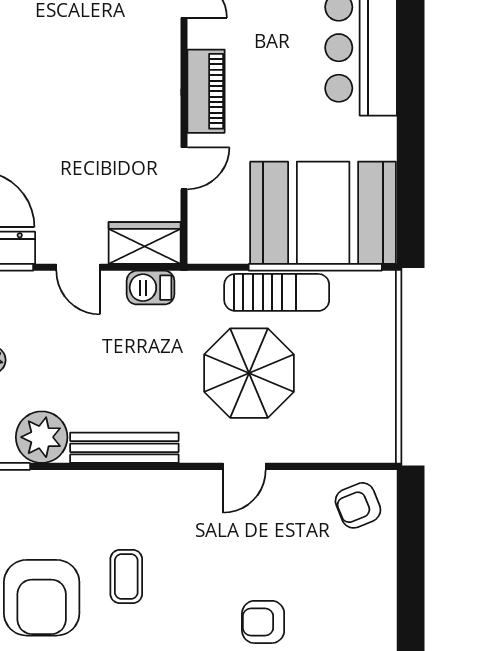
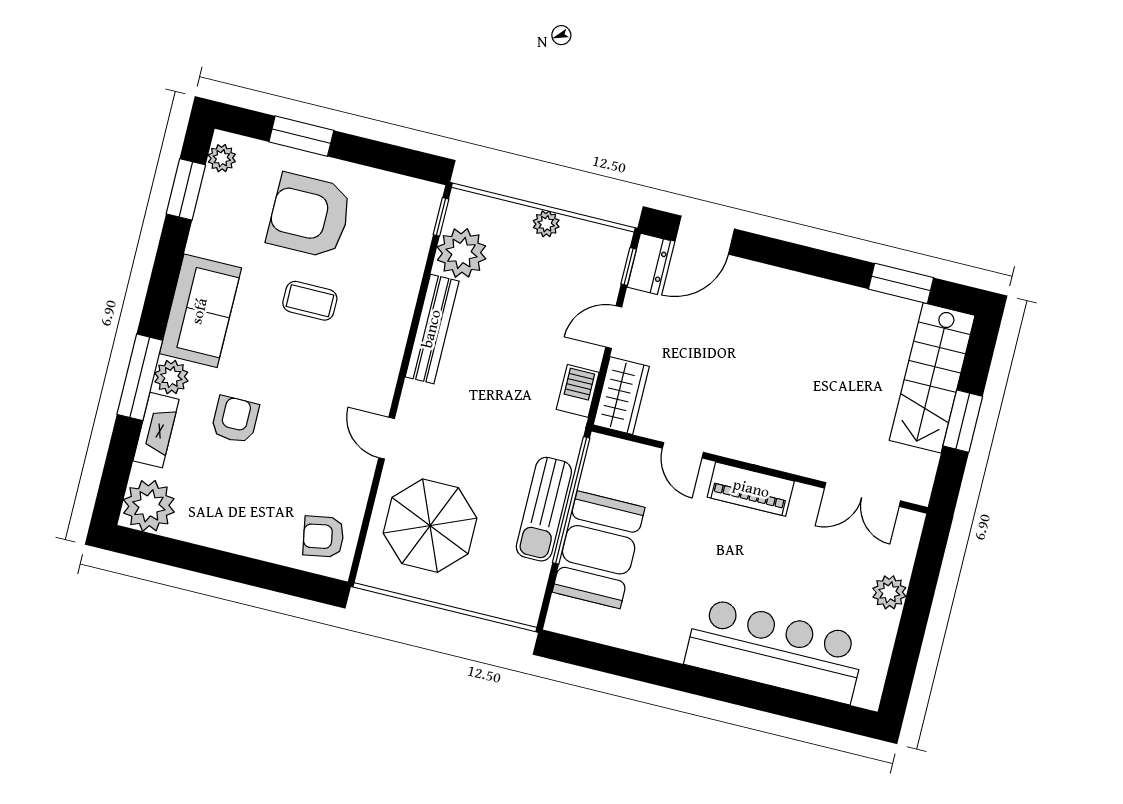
booth: (323, 213) -> (599, 550), width x0.73, depth x0.70
window: (315, 267) -> (571, 500), moved
parasol: (249, 373) -> (430, 526), moved
armchair: (358, 505) -> (323, 537), turned -78

